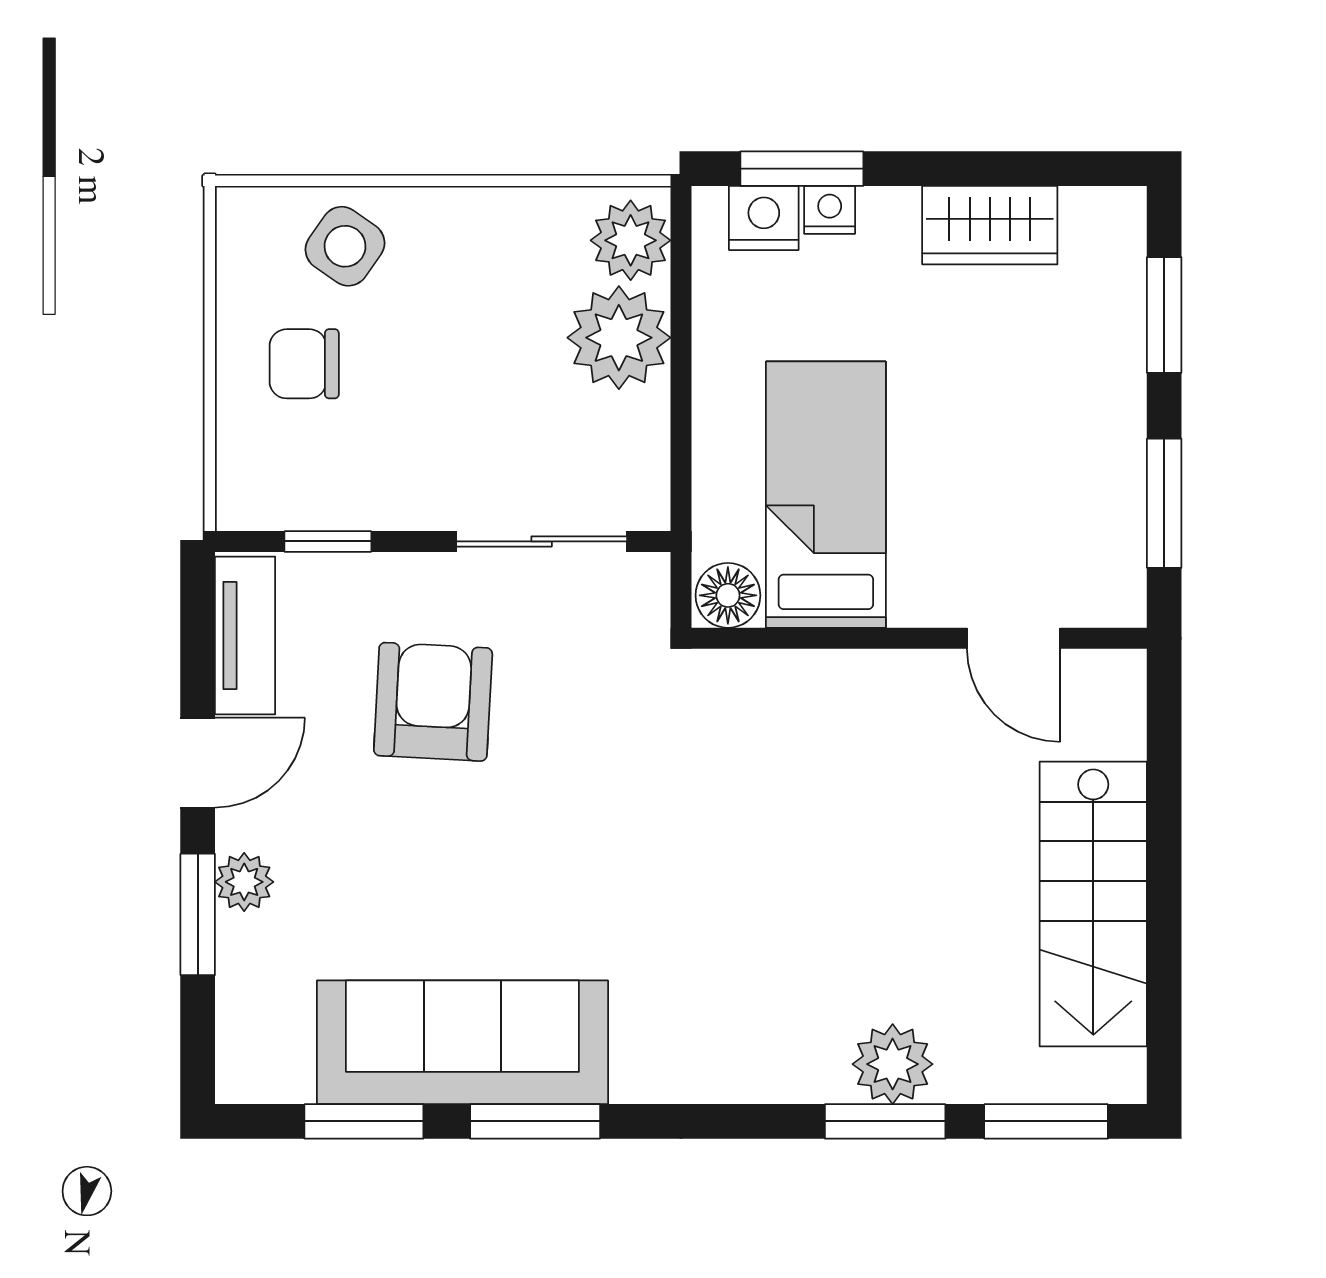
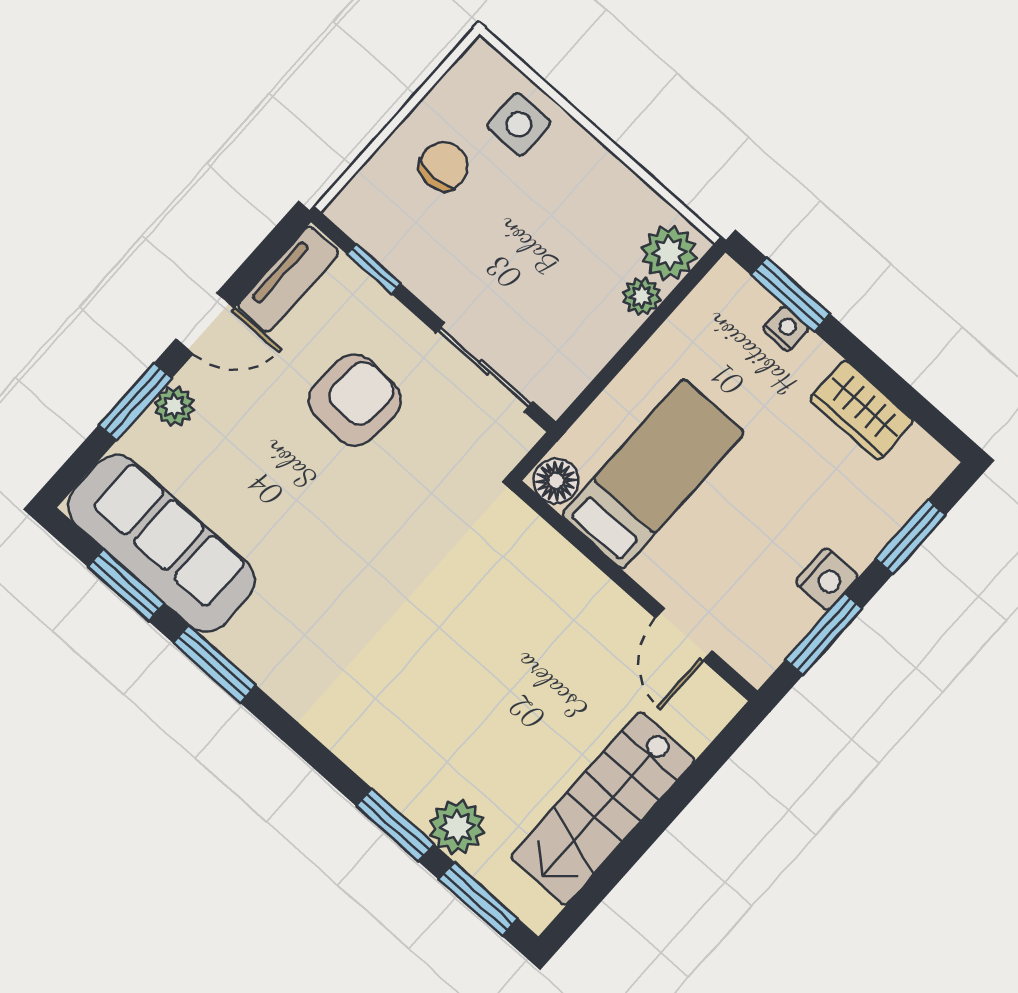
nightstand: (764, 218) -> (827, 579), moved, turned 90
side table: (345, 246) -> (519, 124), turned -35
plant: (619, 338) -> (642, 296), width x0.53, depth x0.53
chair: (304, 364) -> (444, 166), turned 90
sofa: (462, 1042) -> (161, 543), moved
plant: (893, 1064) -> (457, 827), moved

